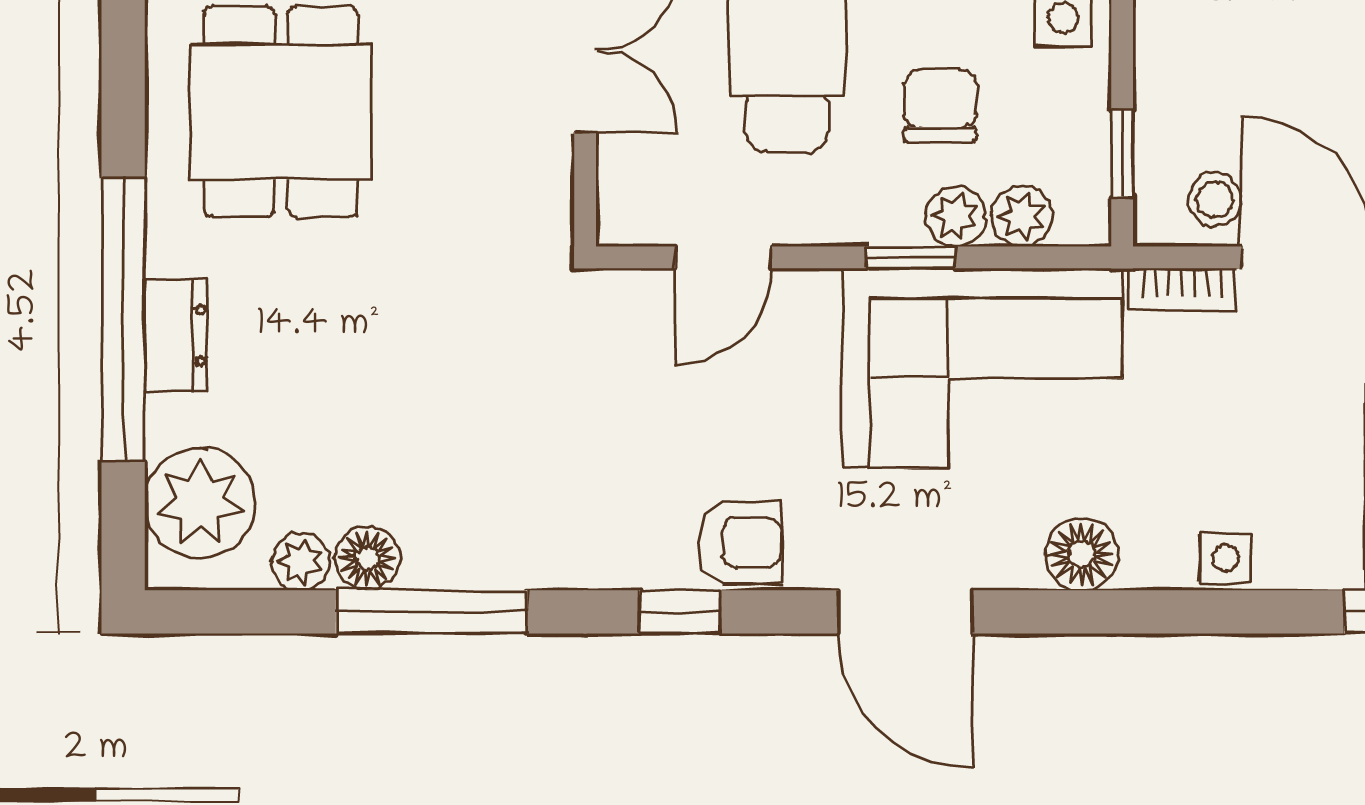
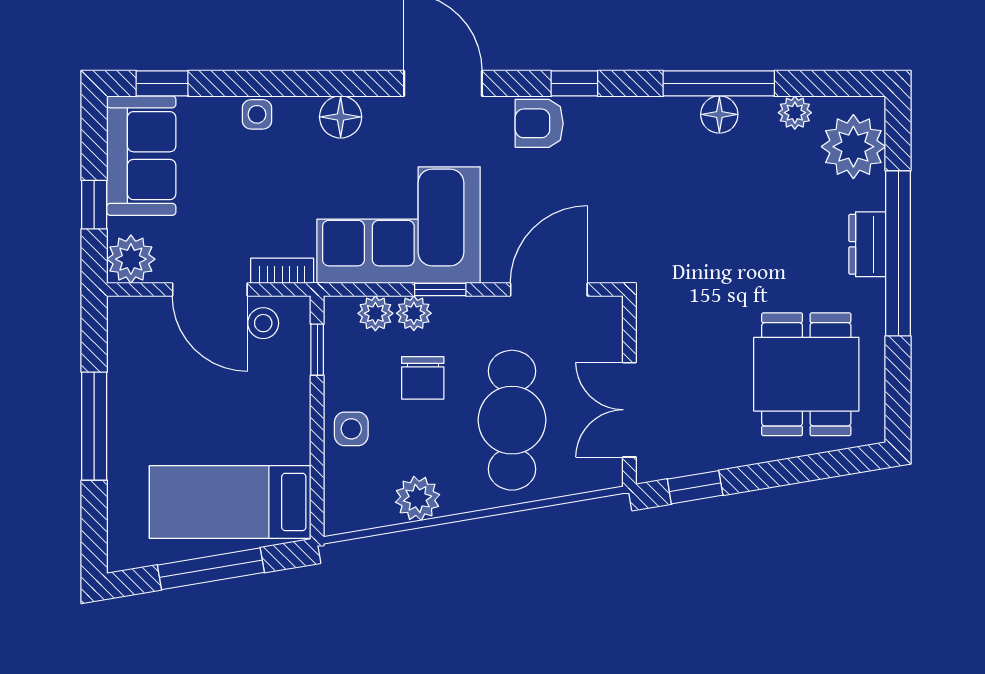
door: (724, 257) -> (549, 289), width x1.38
floor lamp: (367, 558) -> (719, 114), moved

